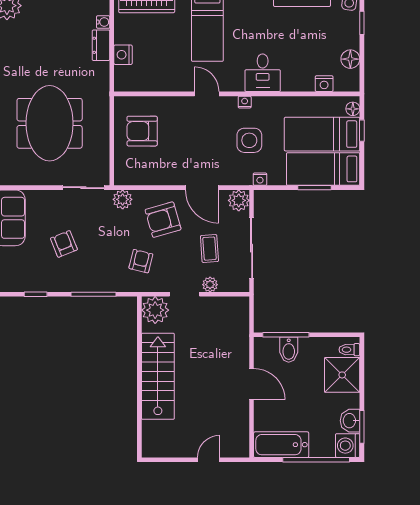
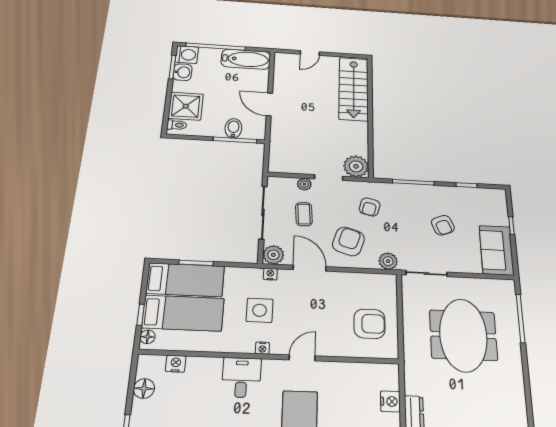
door: (207, 94) -> (302, 358), swing flipped
nightstand: (260, 179) -> (270, 274), moved
armchair: (163, 220) -> (348, 241), turned -56
stairs: (158, 376) -> (354, 89), moved

